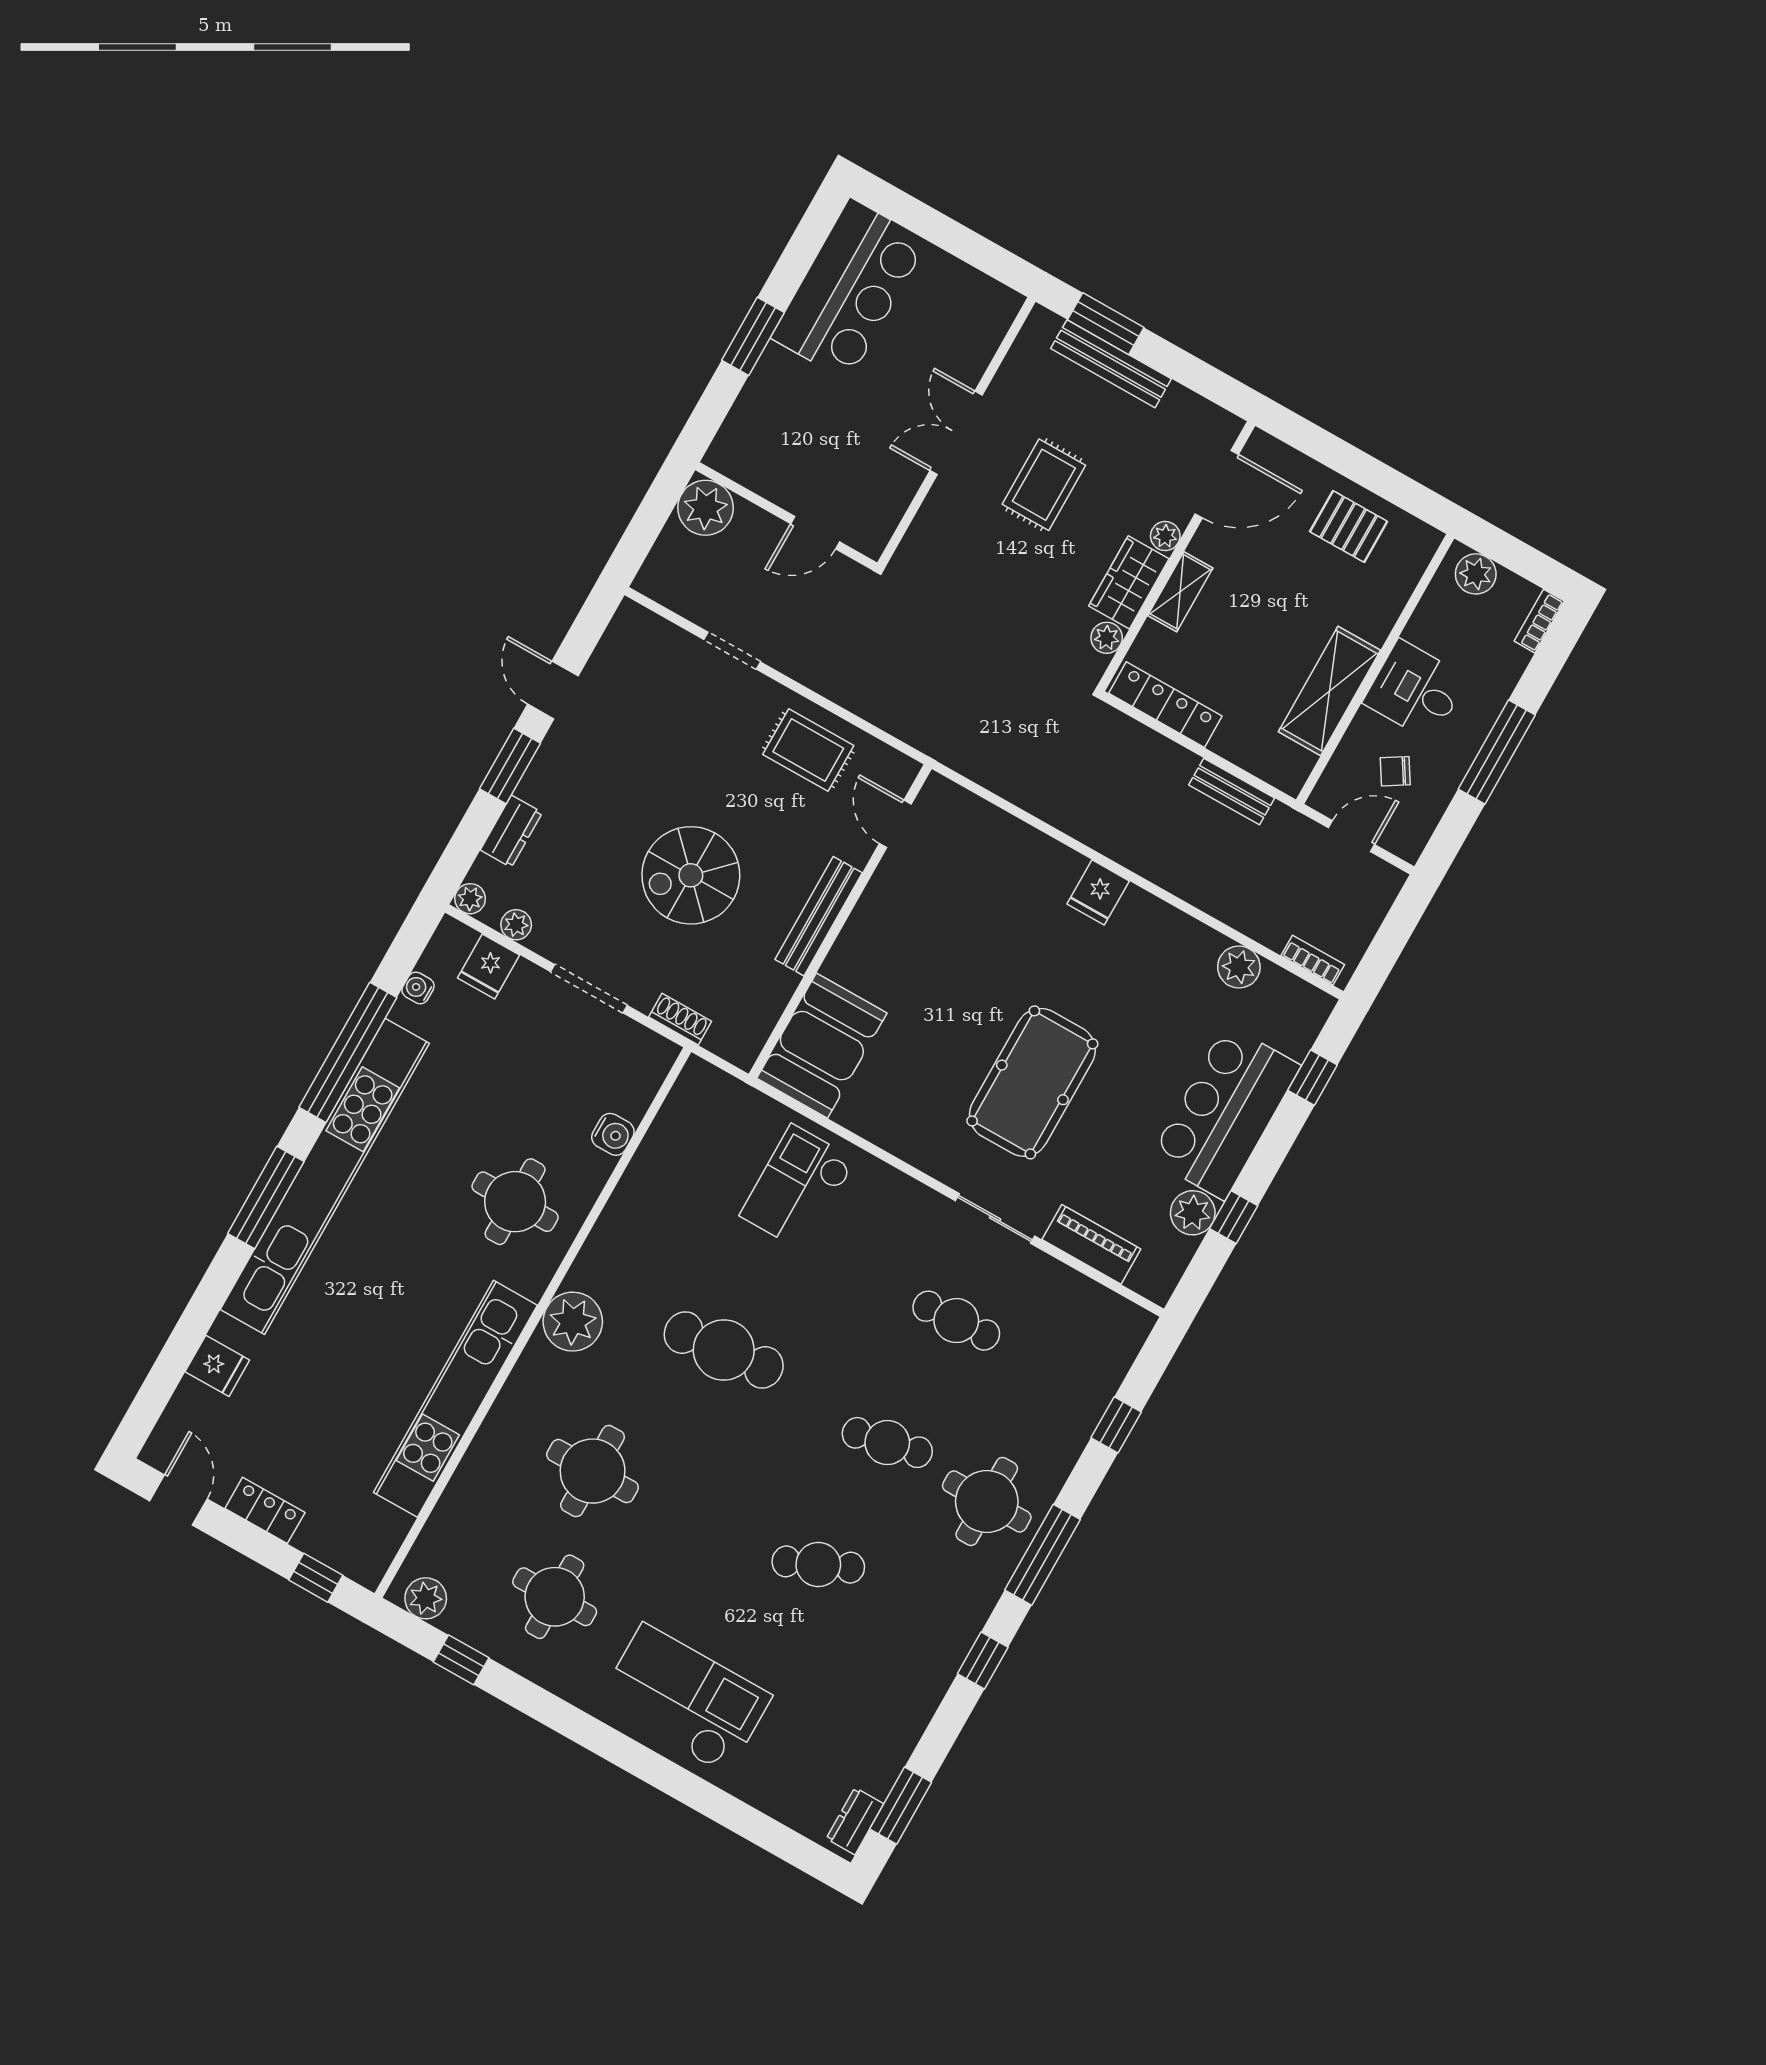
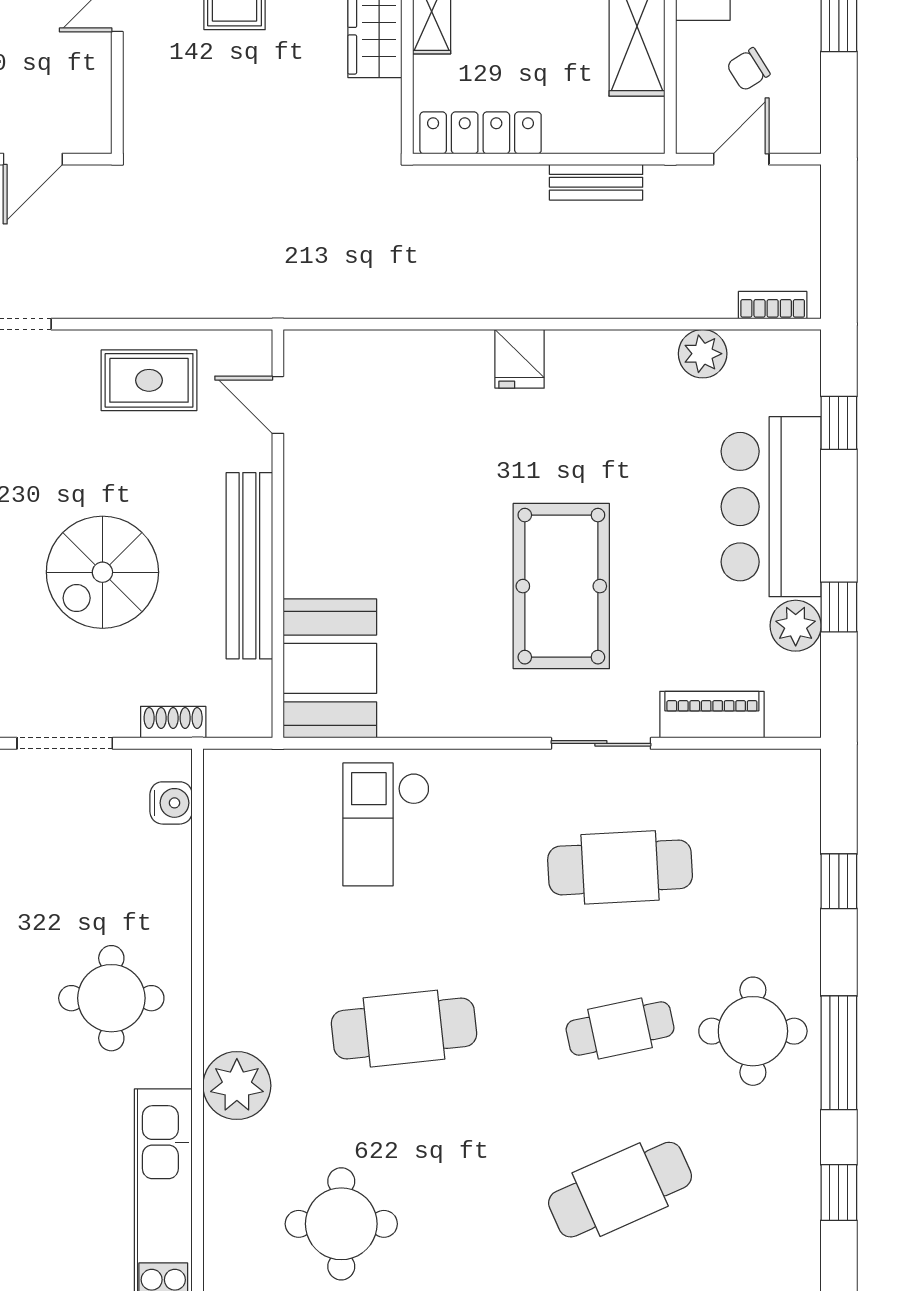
plant: (1107, 638) -> (384, 99), removed
bench: (819, 916) -> (249, 566), width x1.37, depth x1.21
water cooler: (613, 1134) -> (171, 803), moved
cafe table: (956, 1321) -> (620, 867), width x1.37, depth x1.35
cafe table: (818, 1565) -> (620, 1190), width x1.37, depth x1.35

